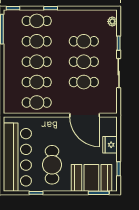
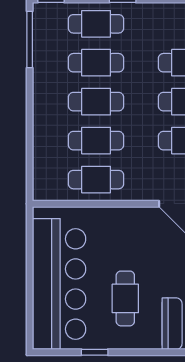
cafe table: (52, 165) -> (125, 298), width x0.73, depth x0.74

